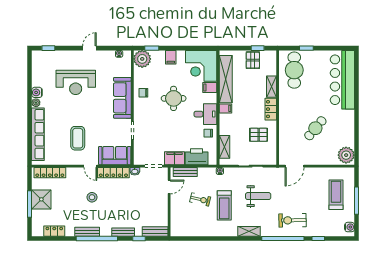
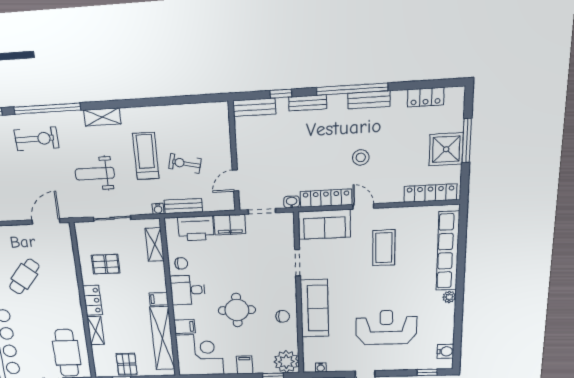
water cooler: (37, 92) -> (445, 351), moved
bench: (185, 172) -> (183, 206), moved

